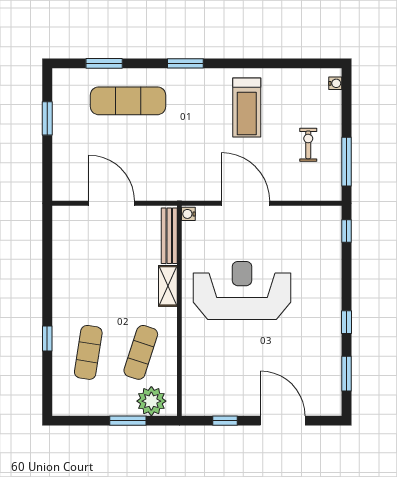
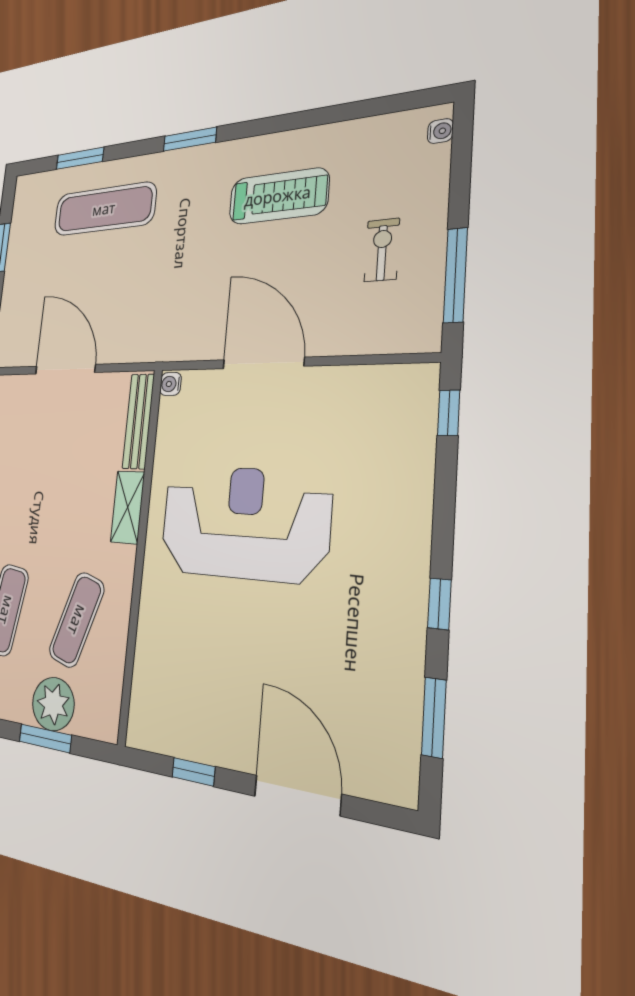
treadmill: (247, 107) -> (278, 196), turned -90
plant: (151, 401) -> (53, 704), moved

